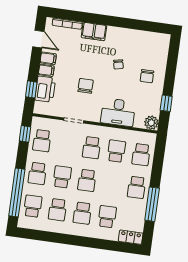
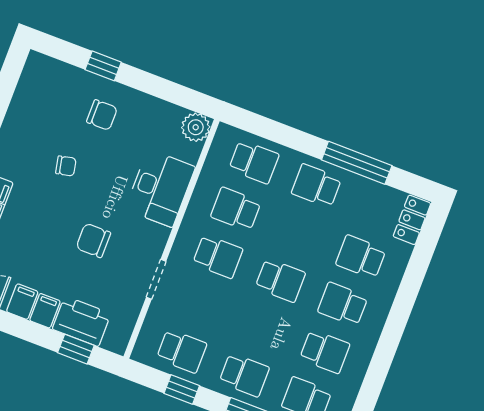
window: (166, 103) -> (103, 66), moved
window: (25, 134) -> (182, 389), moved
school desk: (62, 177) -> (262, 328), removed
school desk: (137, 187) -> (316, 186), turned 180
school desk: (82, 213) -> (343, 304), turned 180

